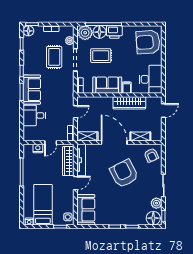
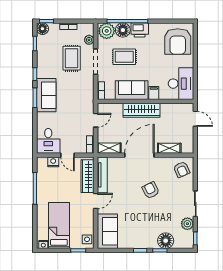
armchair: (148, 42) -> (178, 41), turned -86
wardrobe: (129, 103) -> (142, 110), moved
door: (163, 110) -> (195, 119), hinge flipped
desk: (34, 116) -> (48, 141), moved, turned -90
door: (51, 143) -> (68, 155), hinge flipped
door: (114, 143) -> (139, 155), hinge flipped
armchair: (124, 174) -> (151, 190), width x0.53, depth x0.53
floor lamp: (153, 218) -> (166, 241), moved

